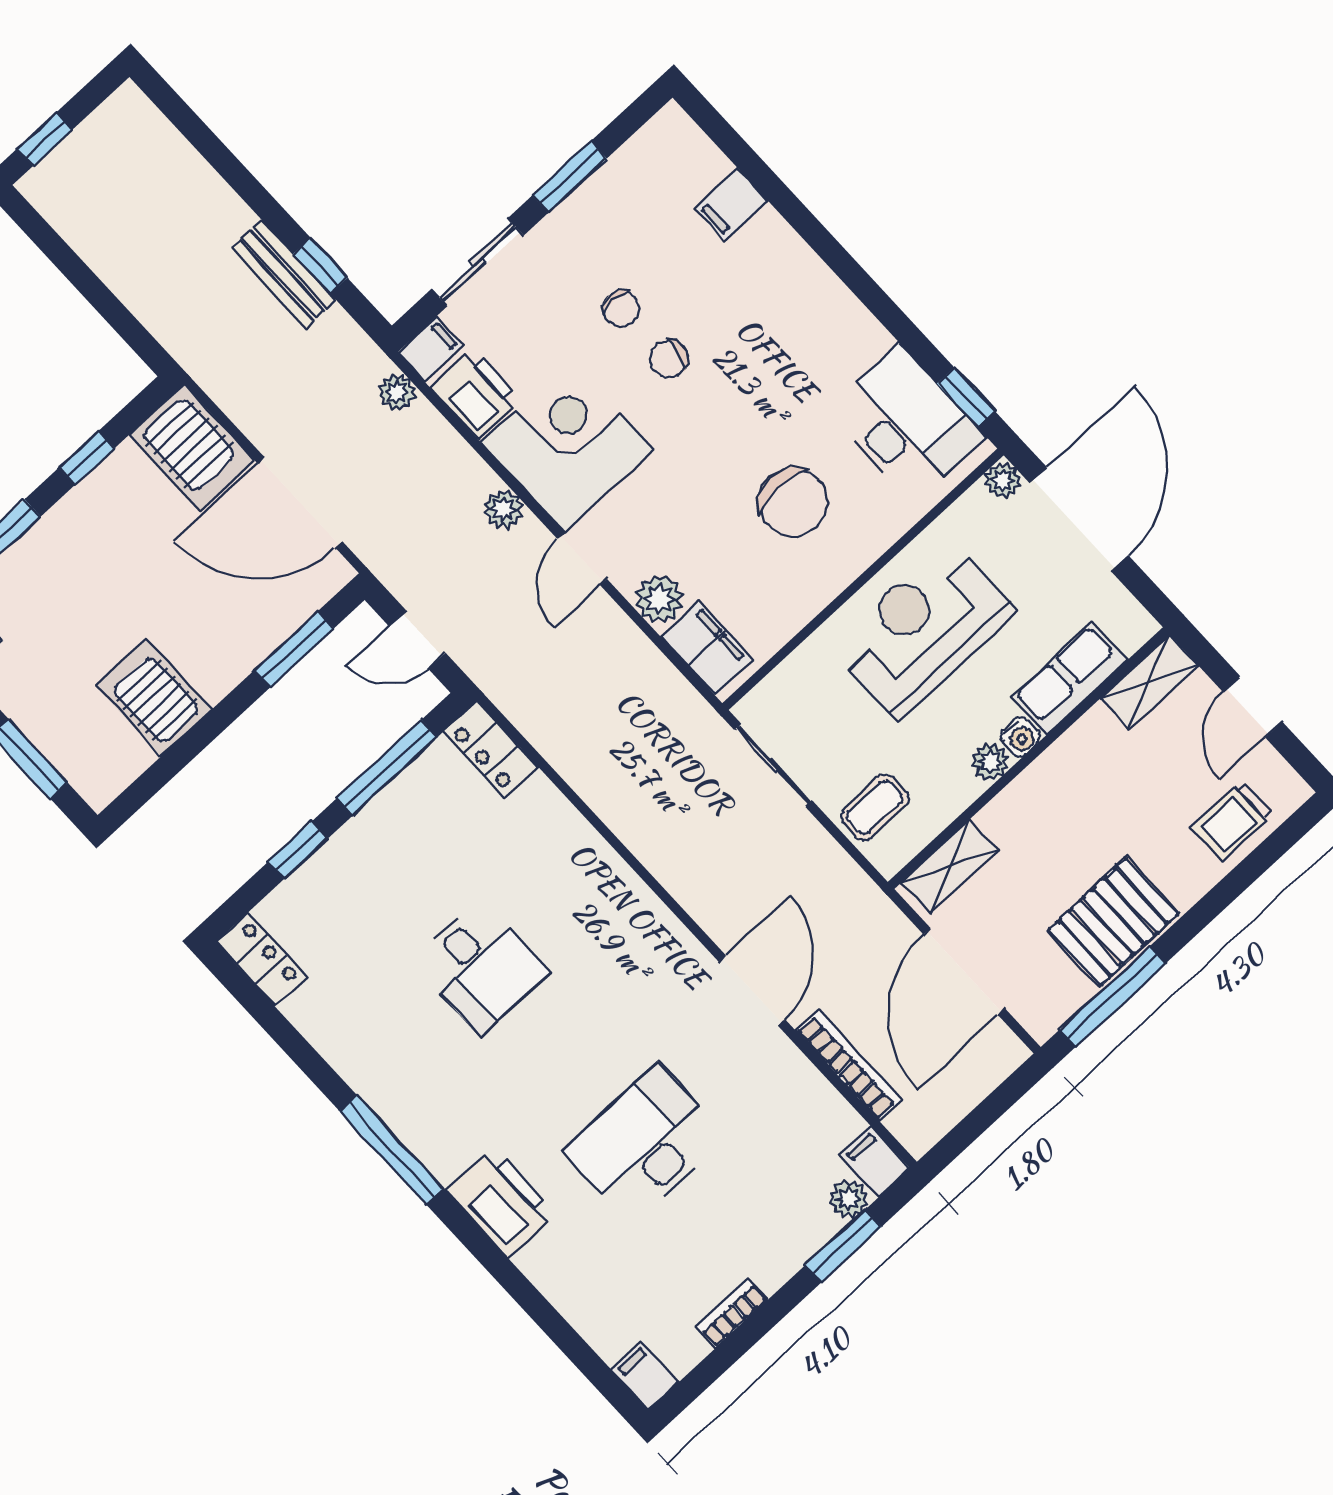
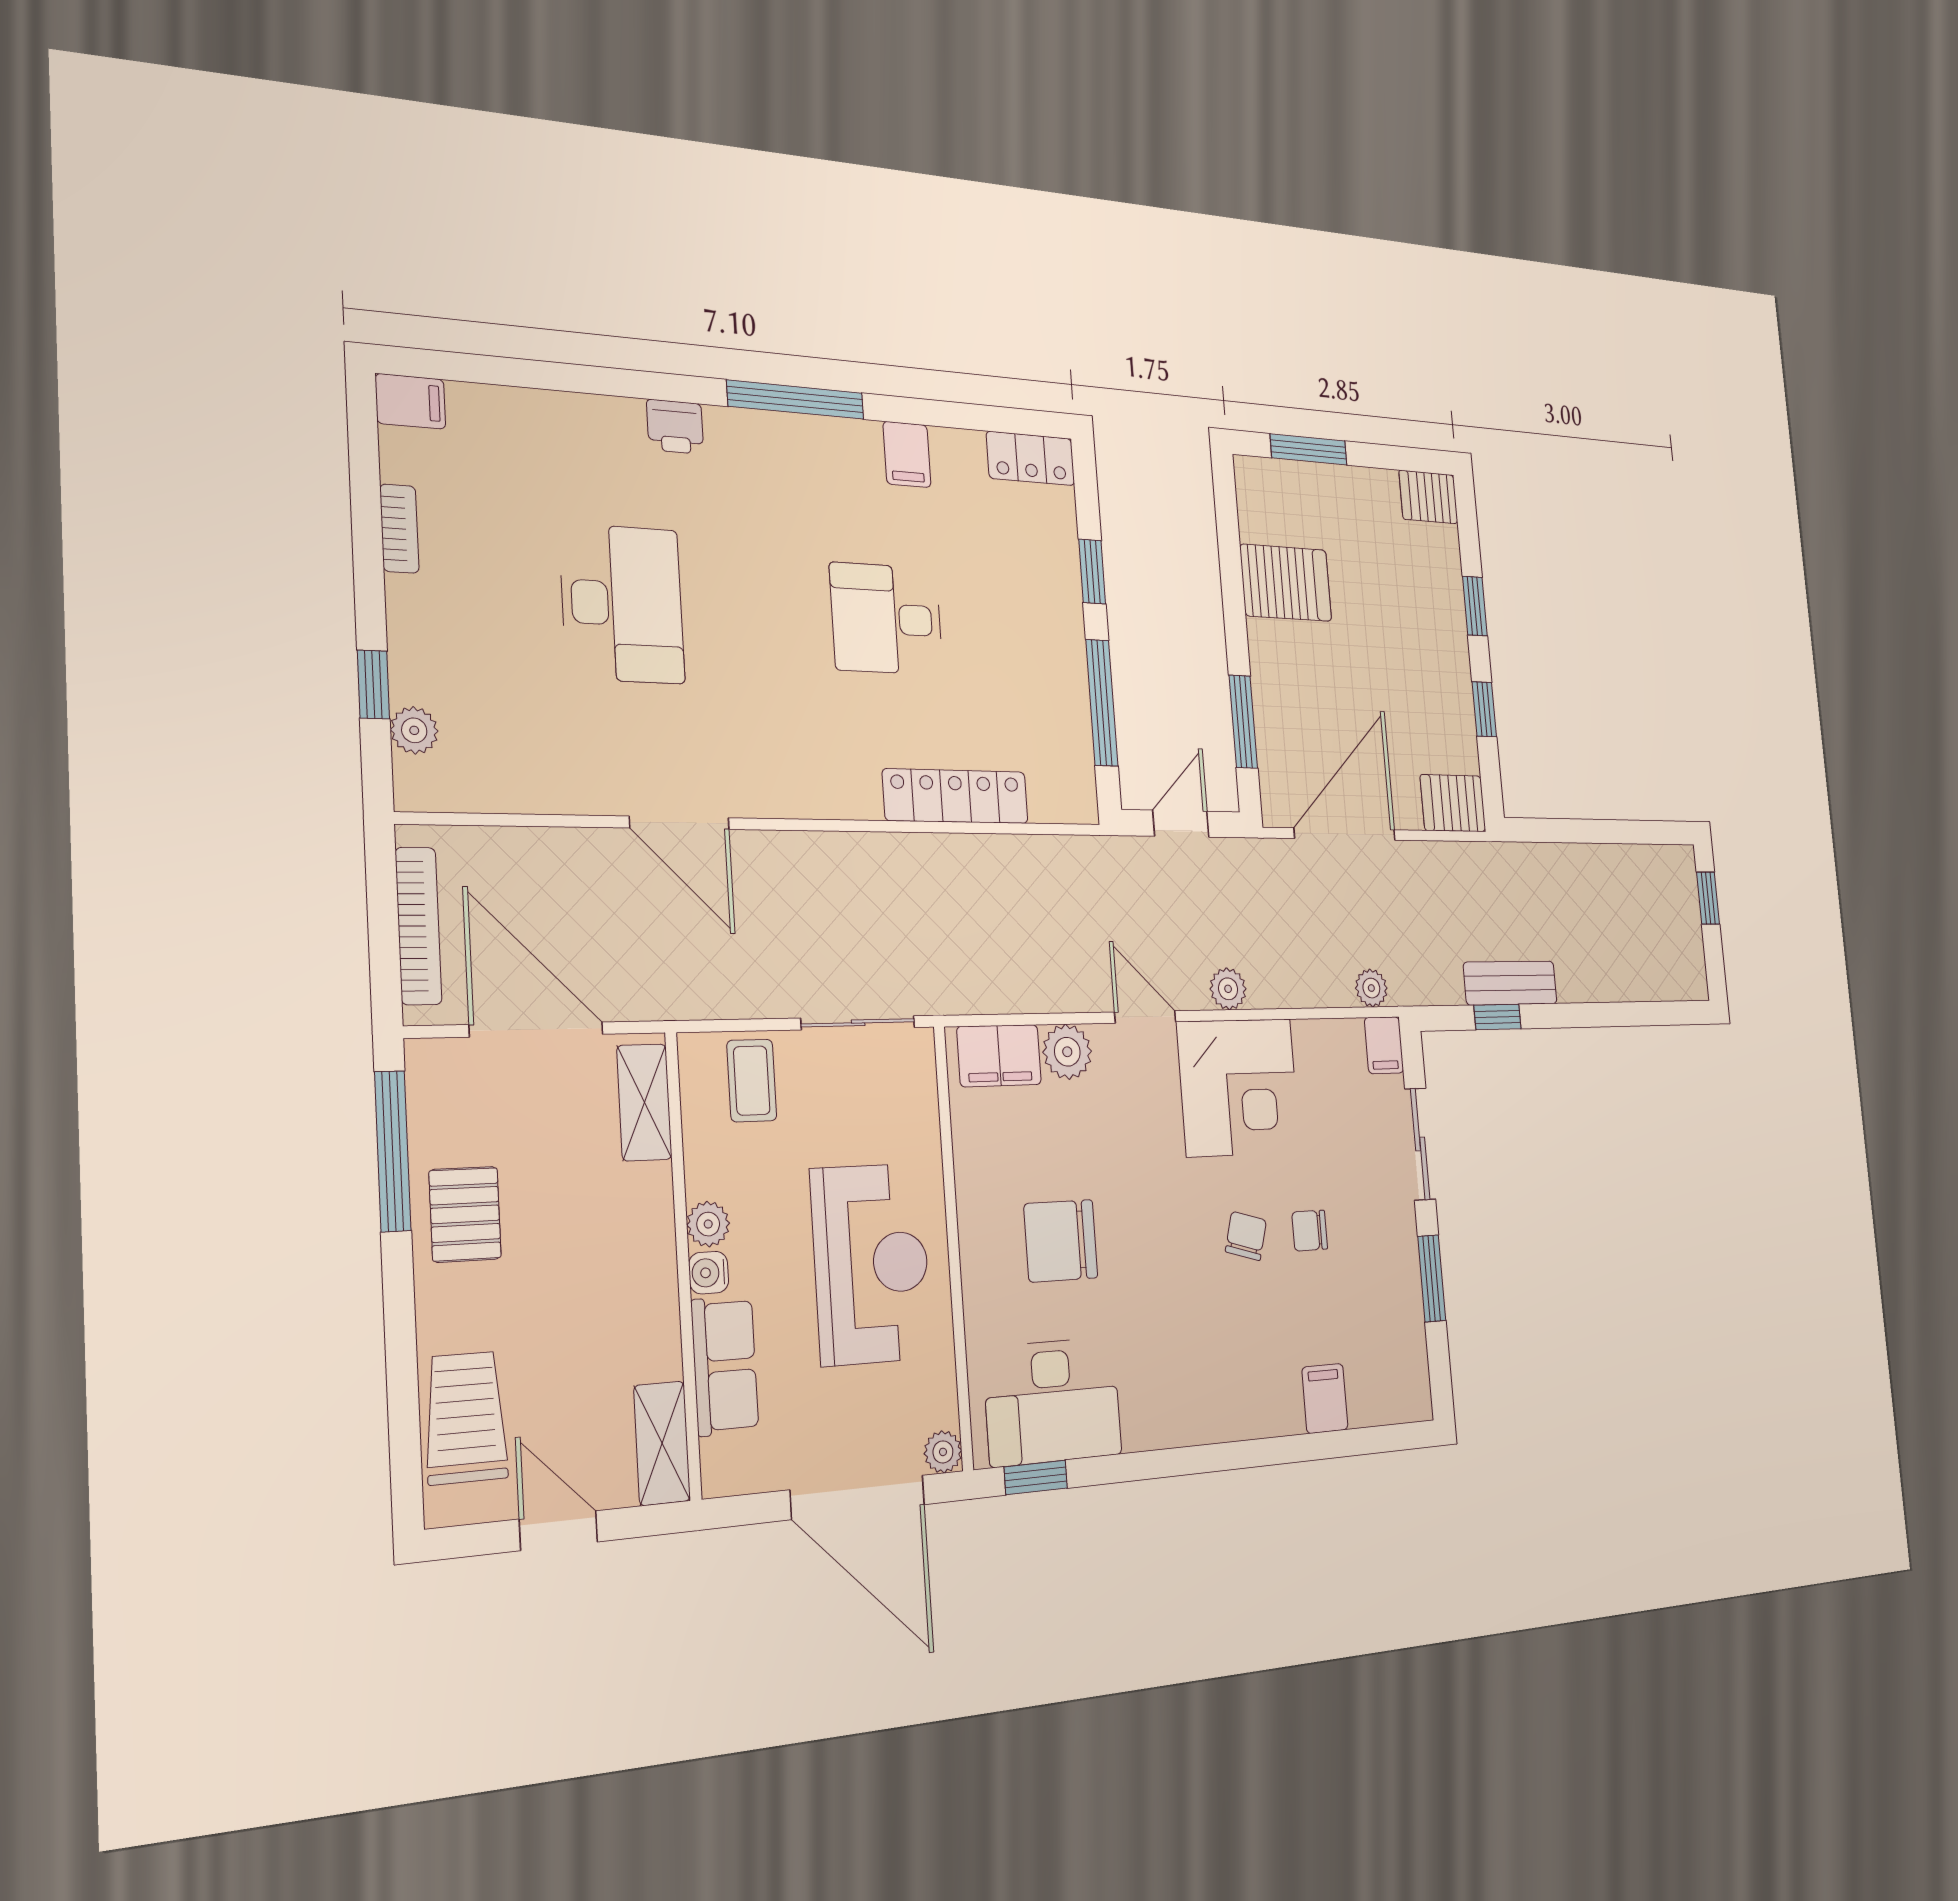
printer: (476, 394) -> (1328, 1050), removed
server rack: (192, 448) -> (1453, 803), width x0.73, depth x0.70
locker: (491, 749) -> (956, 796), moved, width x1.53
trolley: (1232, 821) -> (466, 1418), width x1.36, depth x1.39
pallet: (1113, 922) -> (465, 1214), width x0.67, depth x0.71
bookcase: (849, 1065) -> (418, 926), moved, turned -90
filing cabinet: (875, 1162) -> (907, 454), moved, turned 90
printer: (501, 1202) -> (675, 427), width x0.53, depth x0.68
window: (843, 1246) -> (373, 684), width x0.67

